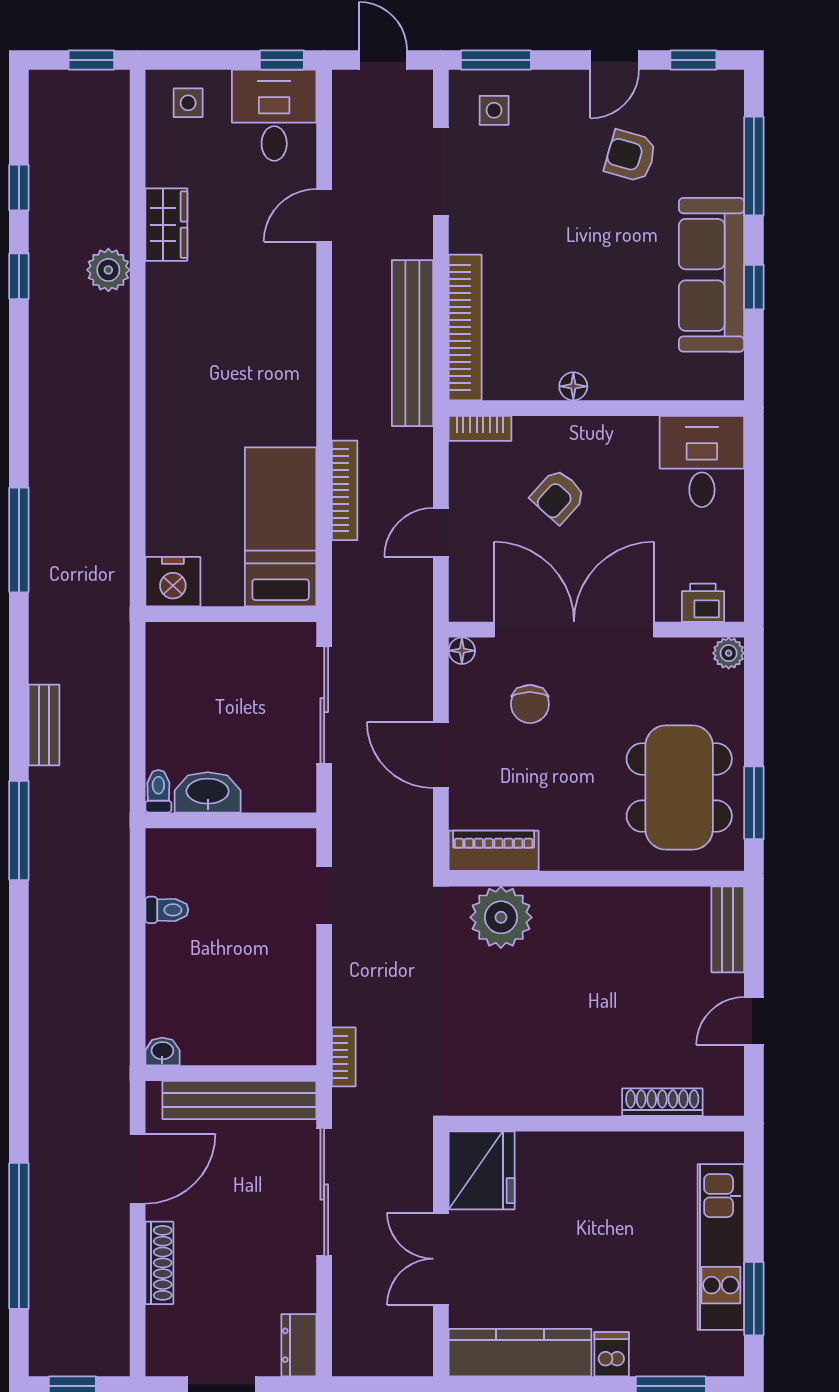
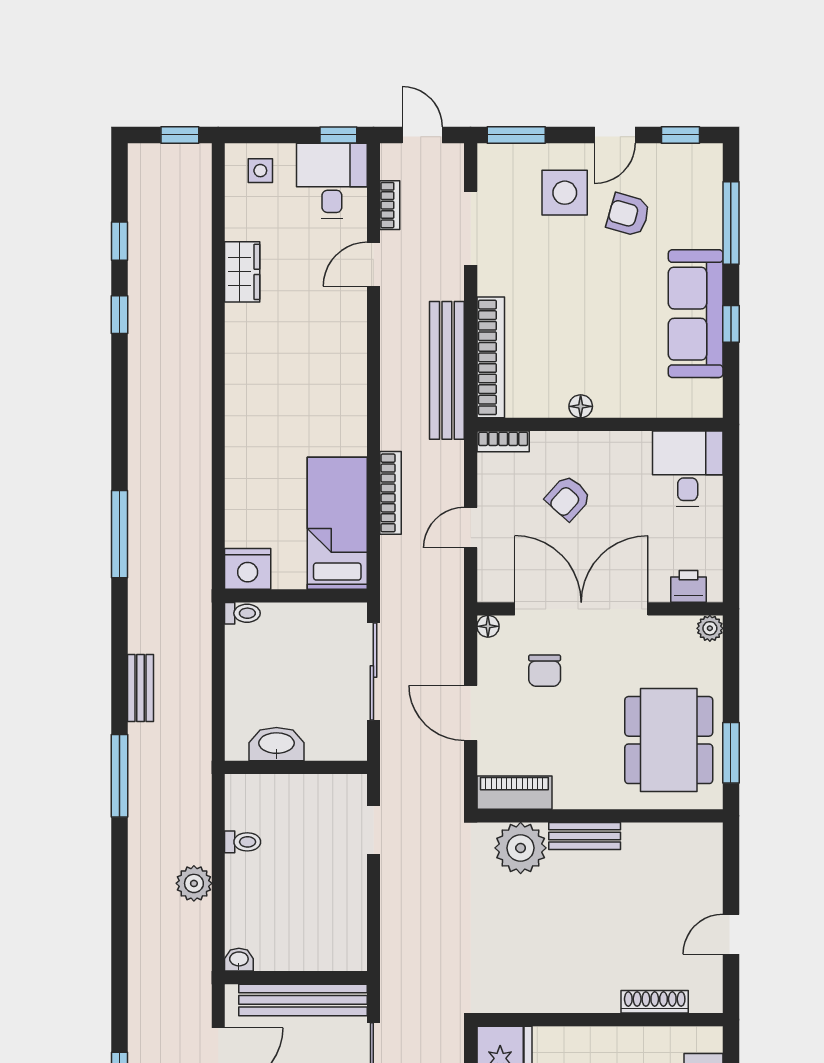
side table: (494, 110) -> (565, 193), moved, width x1.87, depth x1.87
plant: (108, 270) -> (194, 883), moved
toilet: (158, 791) -> (242, 613), moved, turned 90
bench: (728, 929) -> (585, 836), moved, turned 90
bookcase: (344, 1057) -> (390, 205), moved

